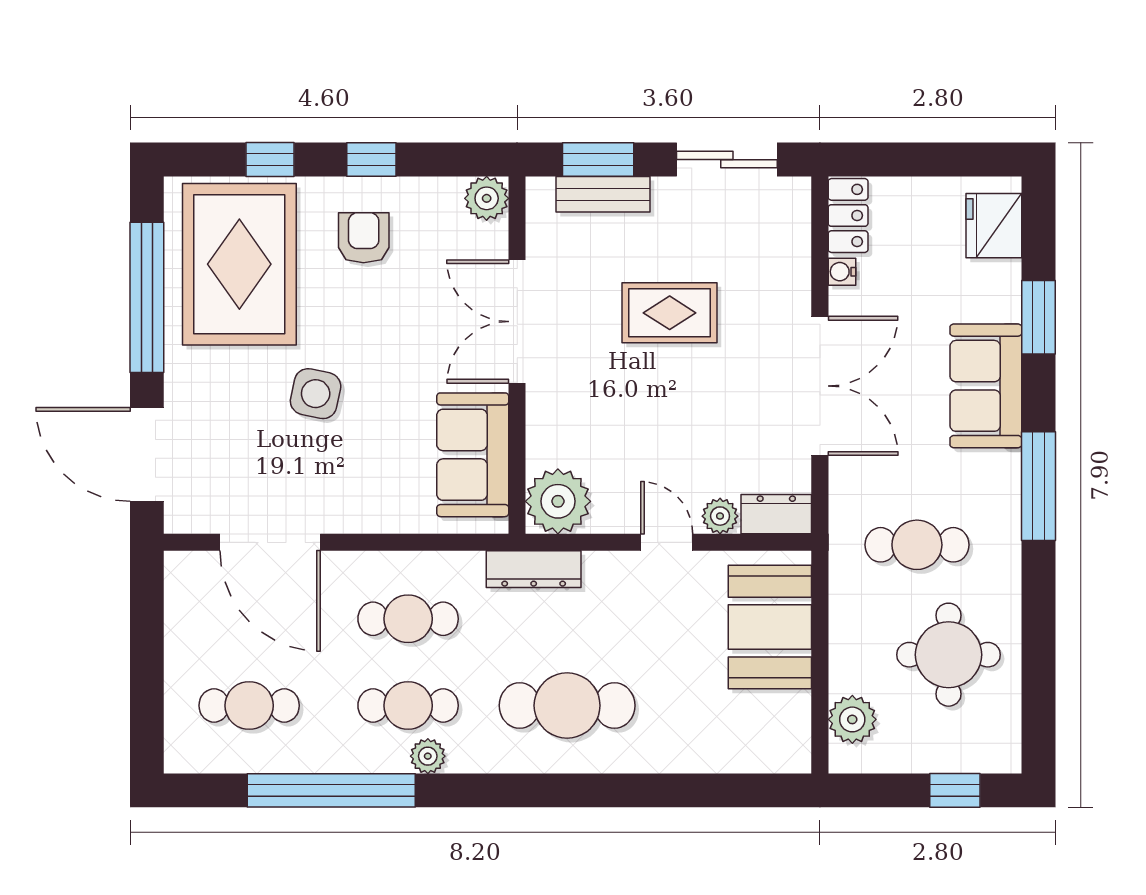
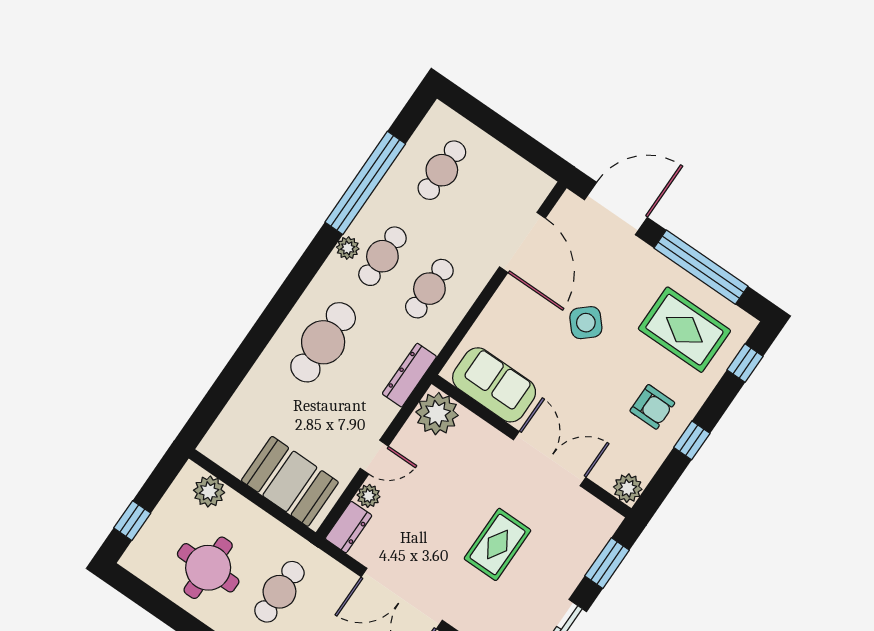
window: (270, 160) -> (745, 363), moved
bench: (603, 194) -> (586, 553), removed
rug: (239, 264) -> (684, 330), width x0.73, depth x0.69
side table: (316, 394) -> (586, 323), turned 37
door: (270, 542) -> (522, 243), swing flipped

